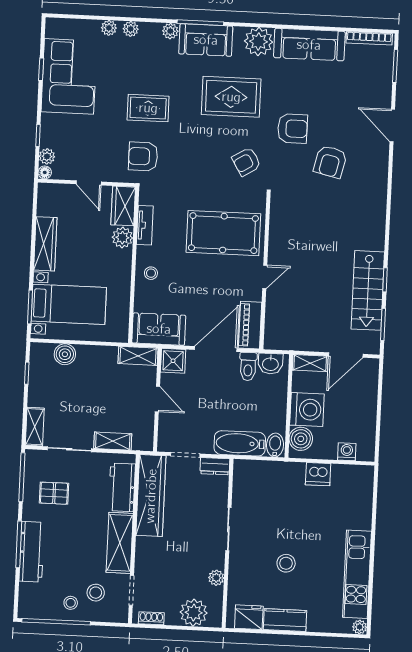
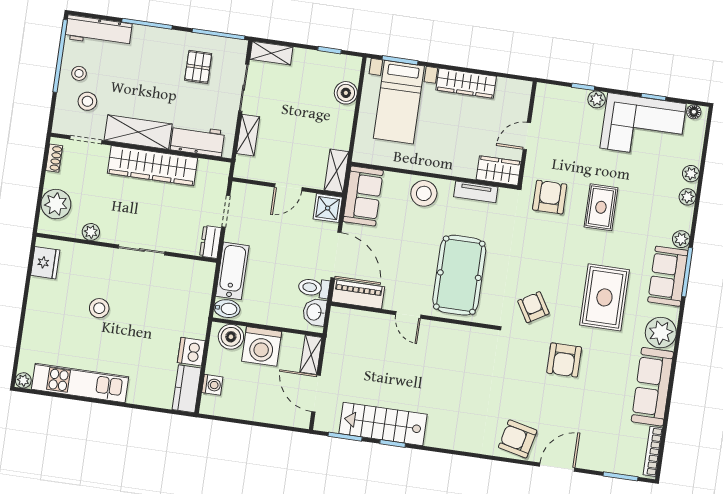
plant: (47, 156) -> (597, 99), moved
armchair: (330, 162) -> (518, 439), moved
floor lamp: (45, 172) -> (694, 112), moved
plant: (122, 238) -> (465, 167), removed
stool: (151, 273) -> (424, 193), width x1.89, depth x1.89
wardrobe: (151, 496) -> (153, 166), moved
workbench: (32, 552) -> (98, 31), moved
kitchen counter: (285, 620) -> (187, 389), moved, turned 180

